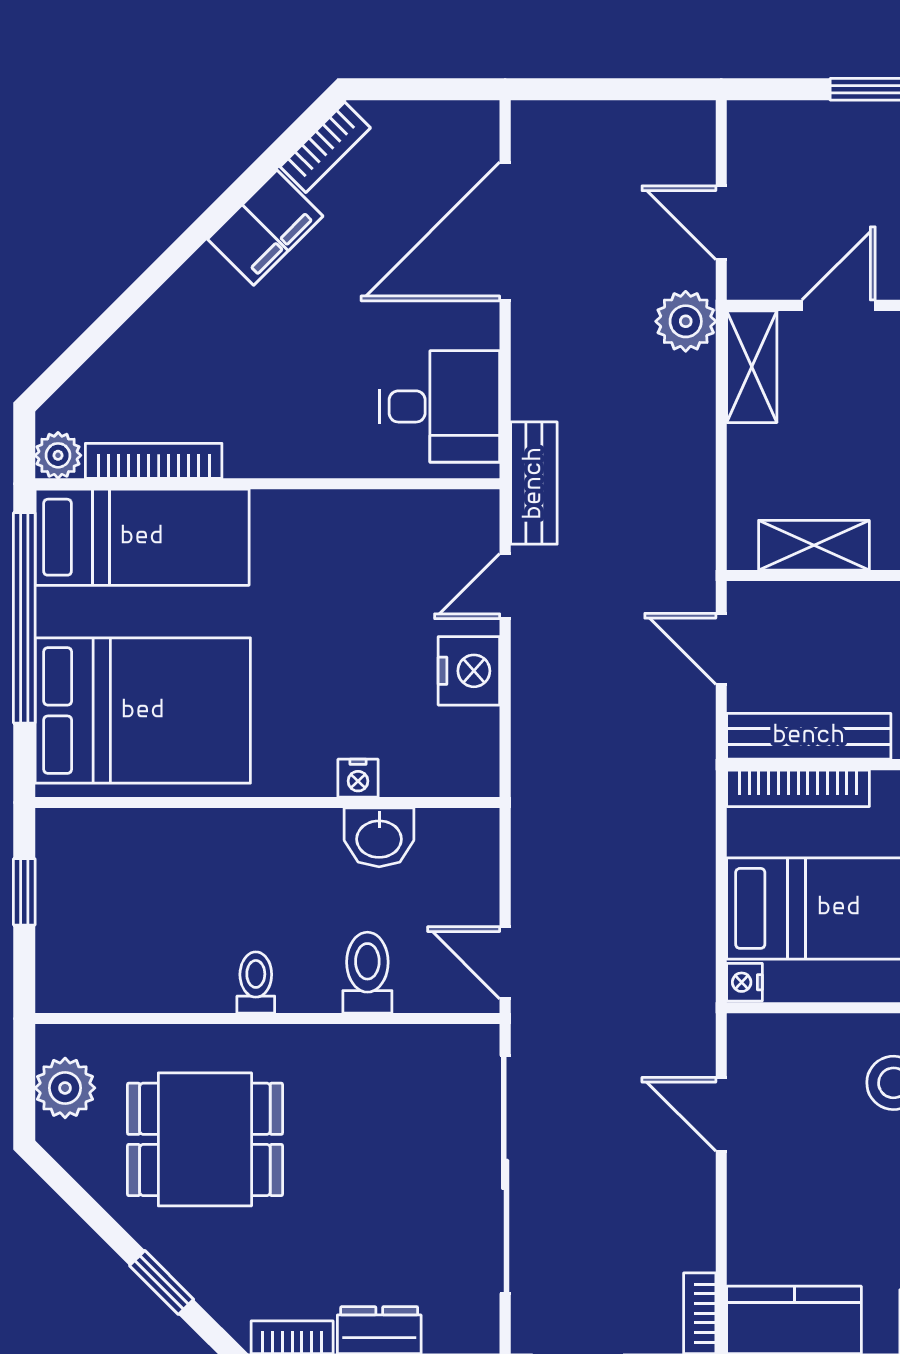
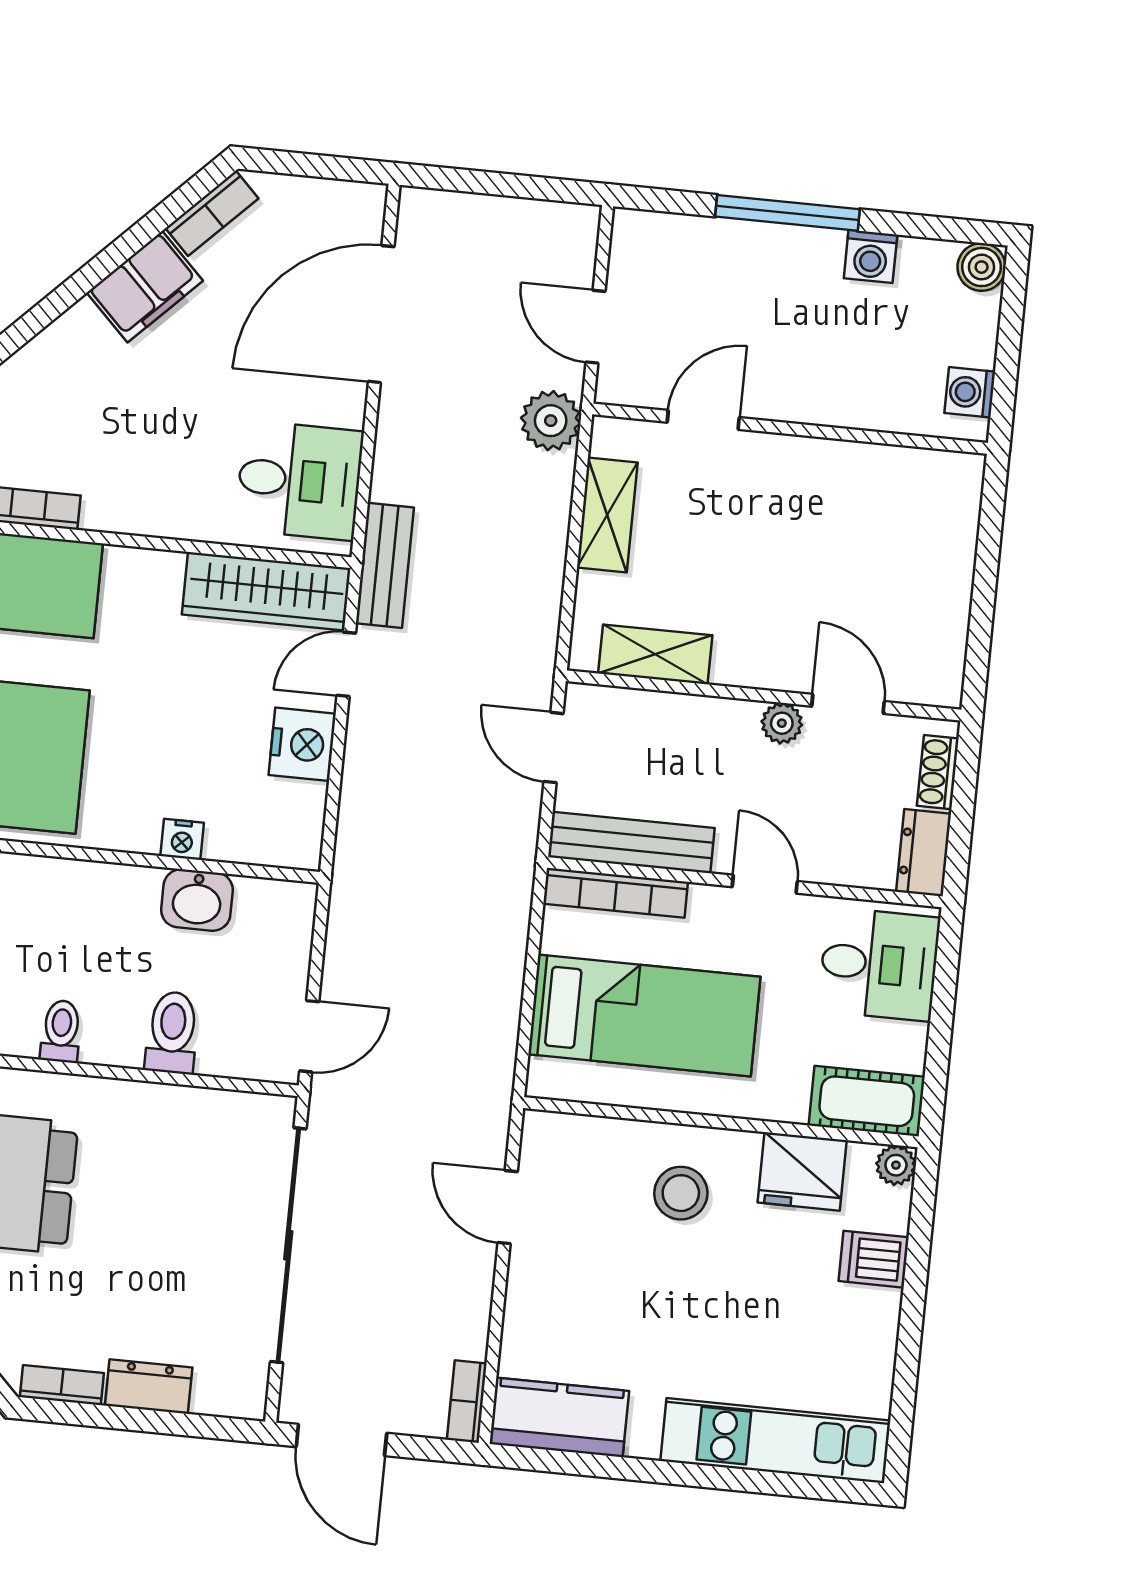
shelving: (752, 367) -> (607, 515), moved
wardrobe: (418, 521) -> (266, 591), added
door: (505, 963) -> (309, 1036), swing flipped
nightstand: (744, 982) -> (544, 1079), removed

